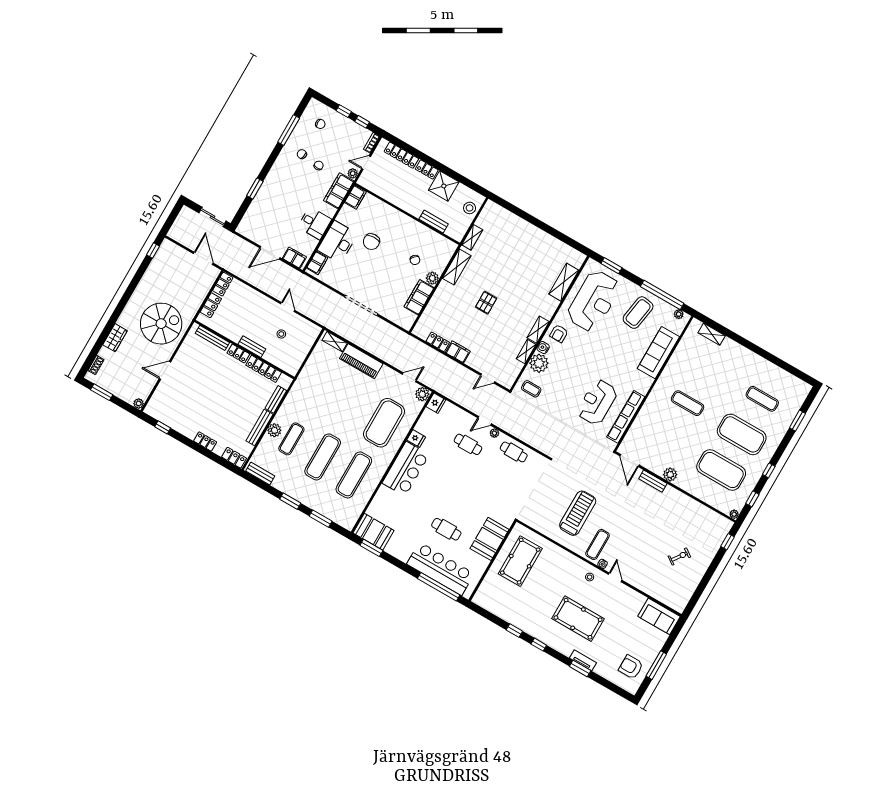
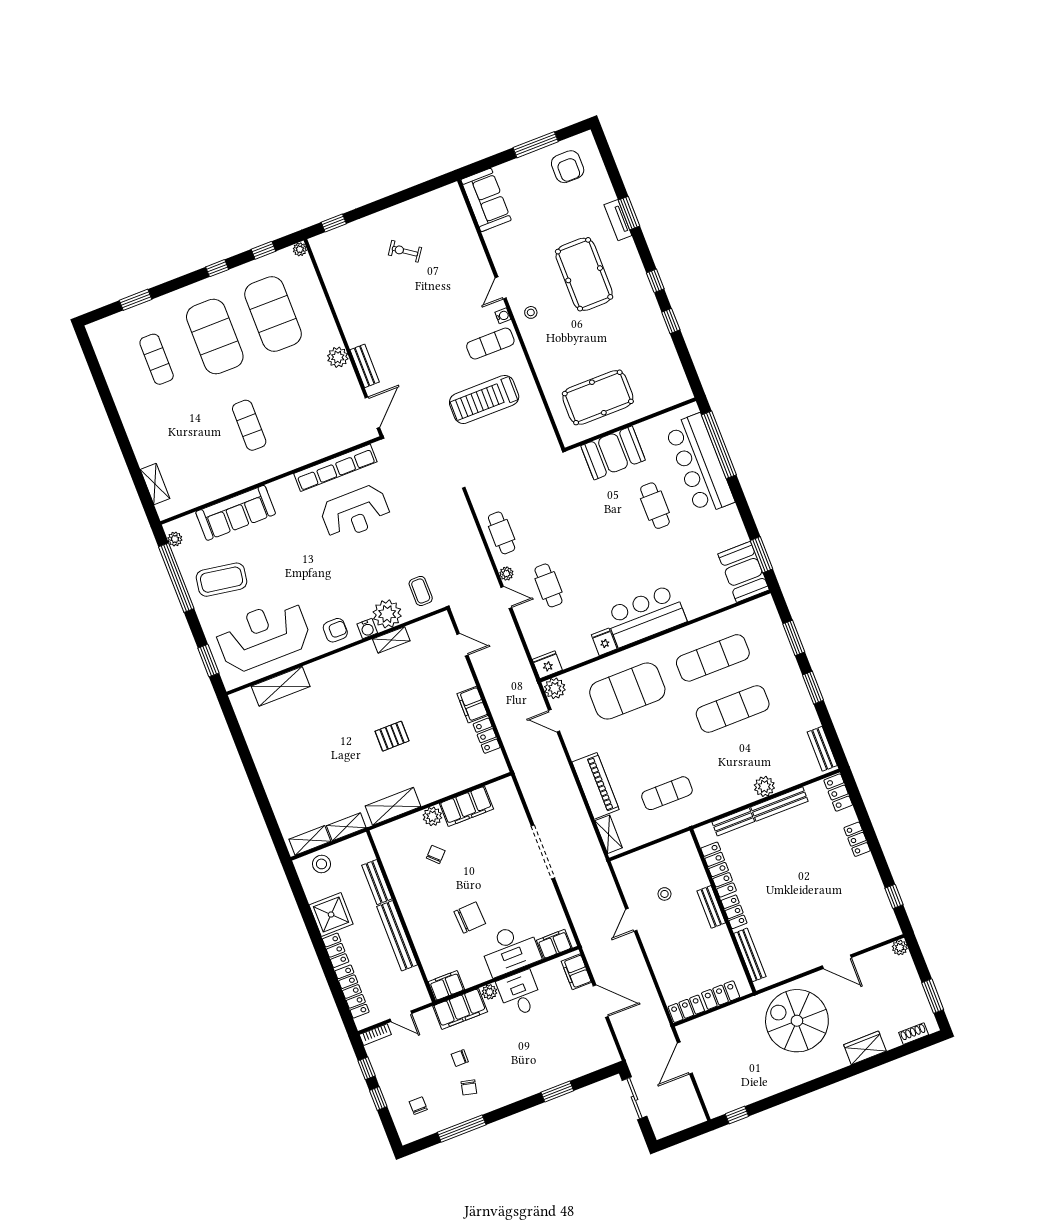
plant: (353, 173) -> (489, 992), moved
bench: (401, 202) -> (397, 936), added
shelving: (538, 330) -> (310, 840), moved
exercise mat: (291, 439) -> (667, 793), moved

